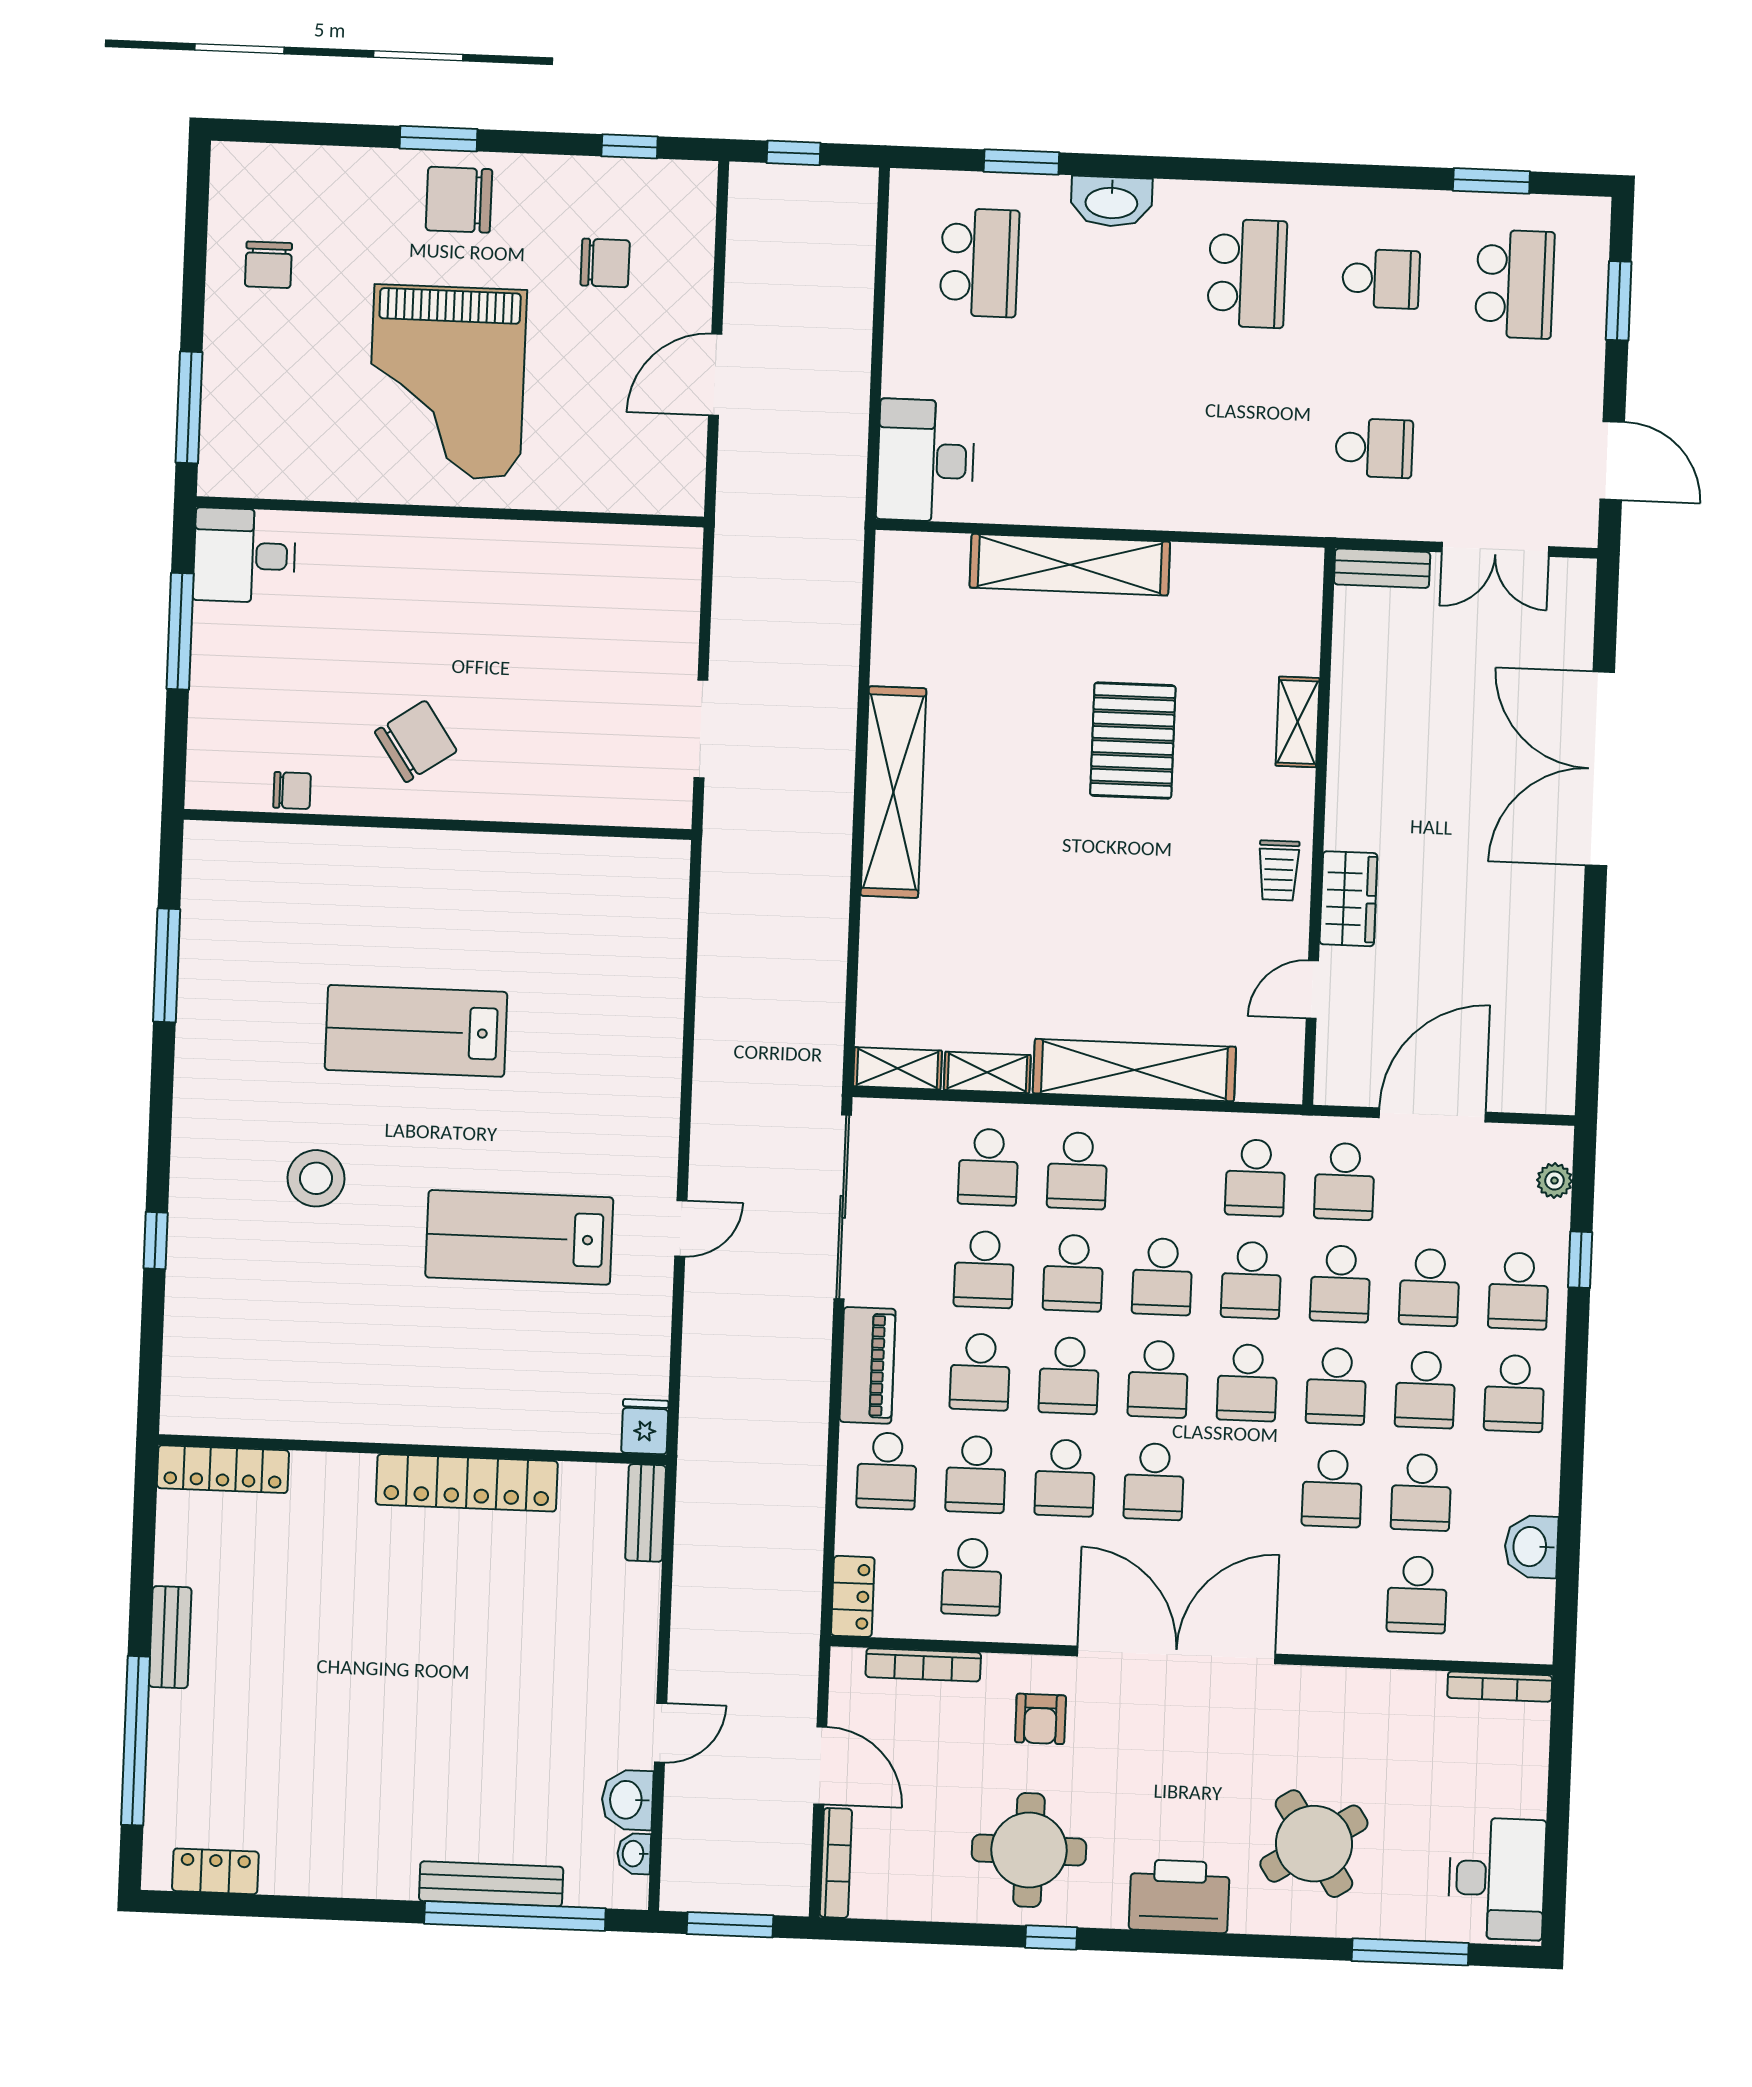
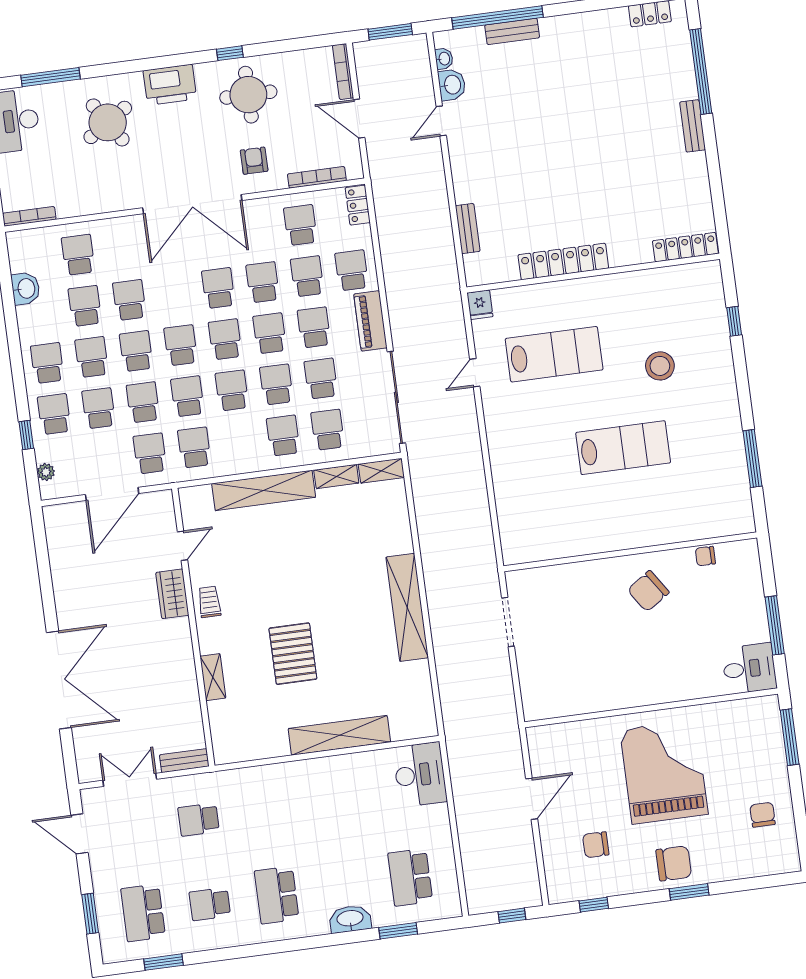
fridge: (645, 1427) -> (480, 305), moved
wall: (412, 1450) -> (593, 273), moved
locker: (223, 1469) -> (685, 247), moved
locker: (467, 1483) -> (563, 261), moved
bench: (491, 1884) -> (512, 31), width x0.73

